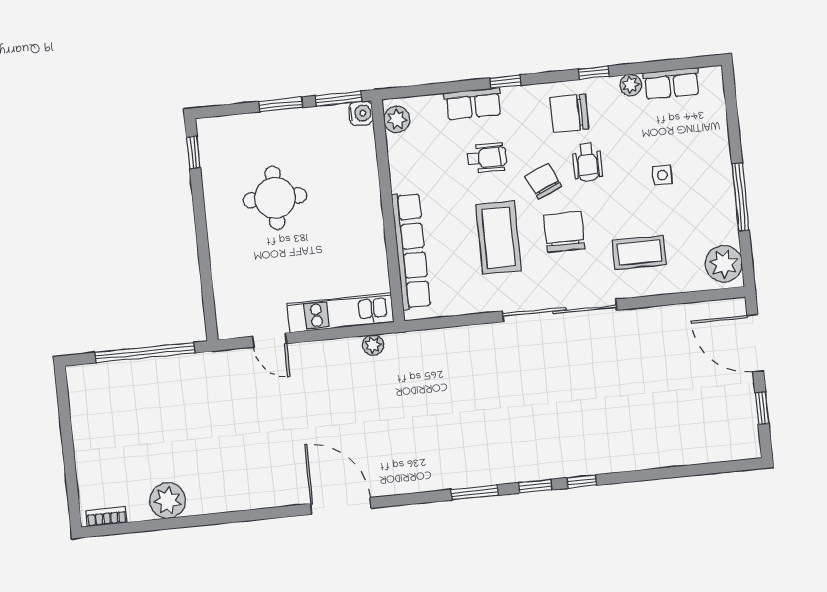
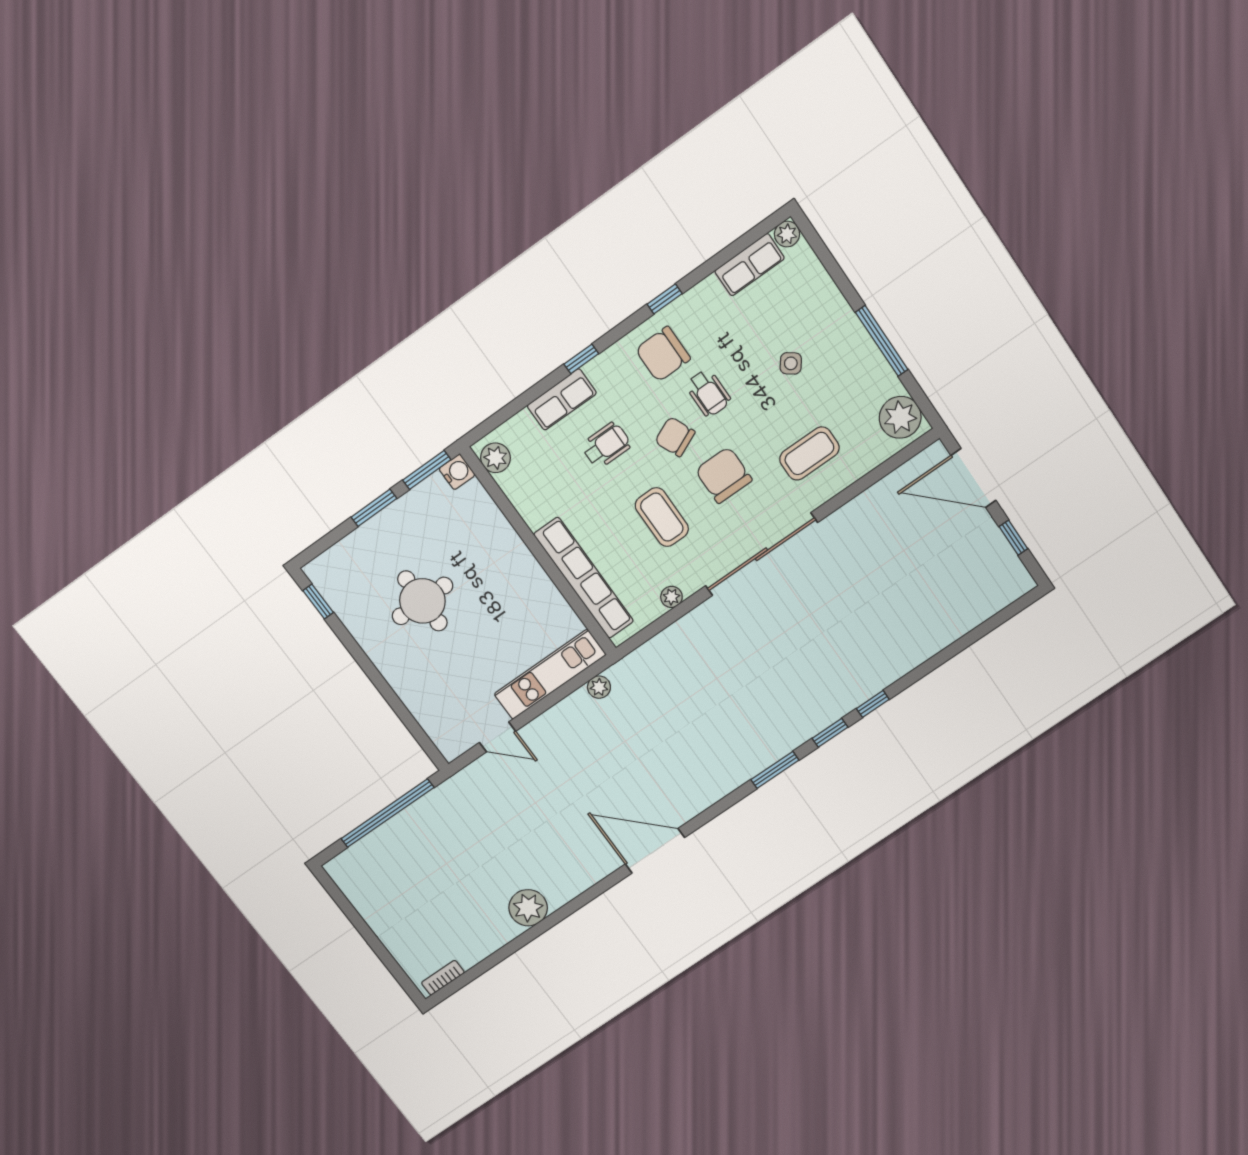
plant: (631, 85) -> (787, 234), moved
side table: (662, 175) -> (791, 363), turned 37
coffee table: (498, 238) -> (662, 517), width x0.73, depth x0.76
plant: (471, 305) -> (671, 597), added
plant: (168, 501) -> (528, 908), moved

